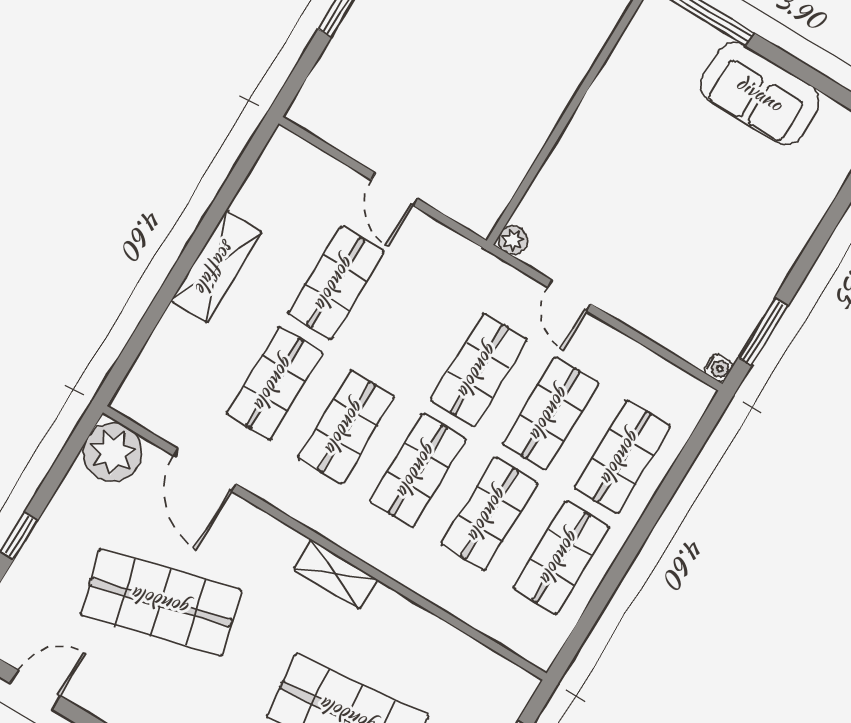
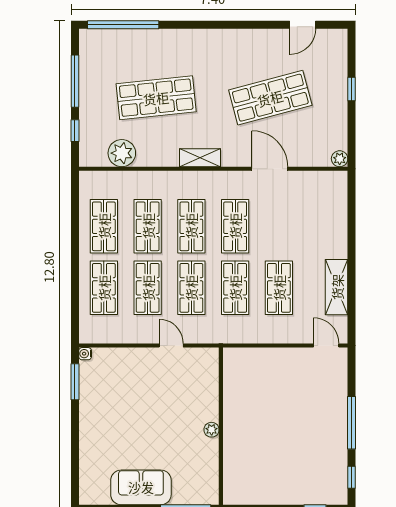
door: (394, 189) -> (326, 345), moved
plant: (513, 240) -> (212, 430), moved
shelving: (216, 267) -> (337, 287), moved
shop shelf: (275, 383) -> (235, 288), moved
plant: (113, 452) -> (340, 159), width x0.53, depth x0.53
door: (205, 470) -> (270, 169), moved
plant: (459, 659) -> (122, 153), added

